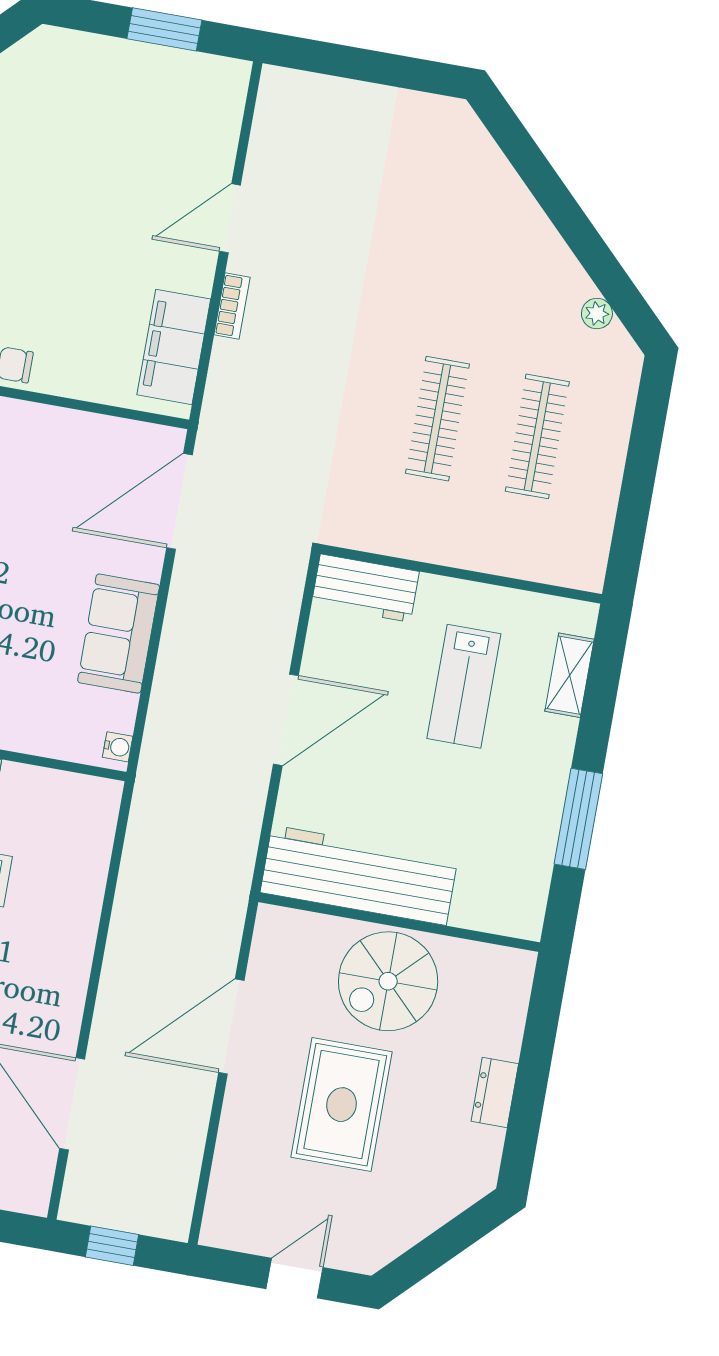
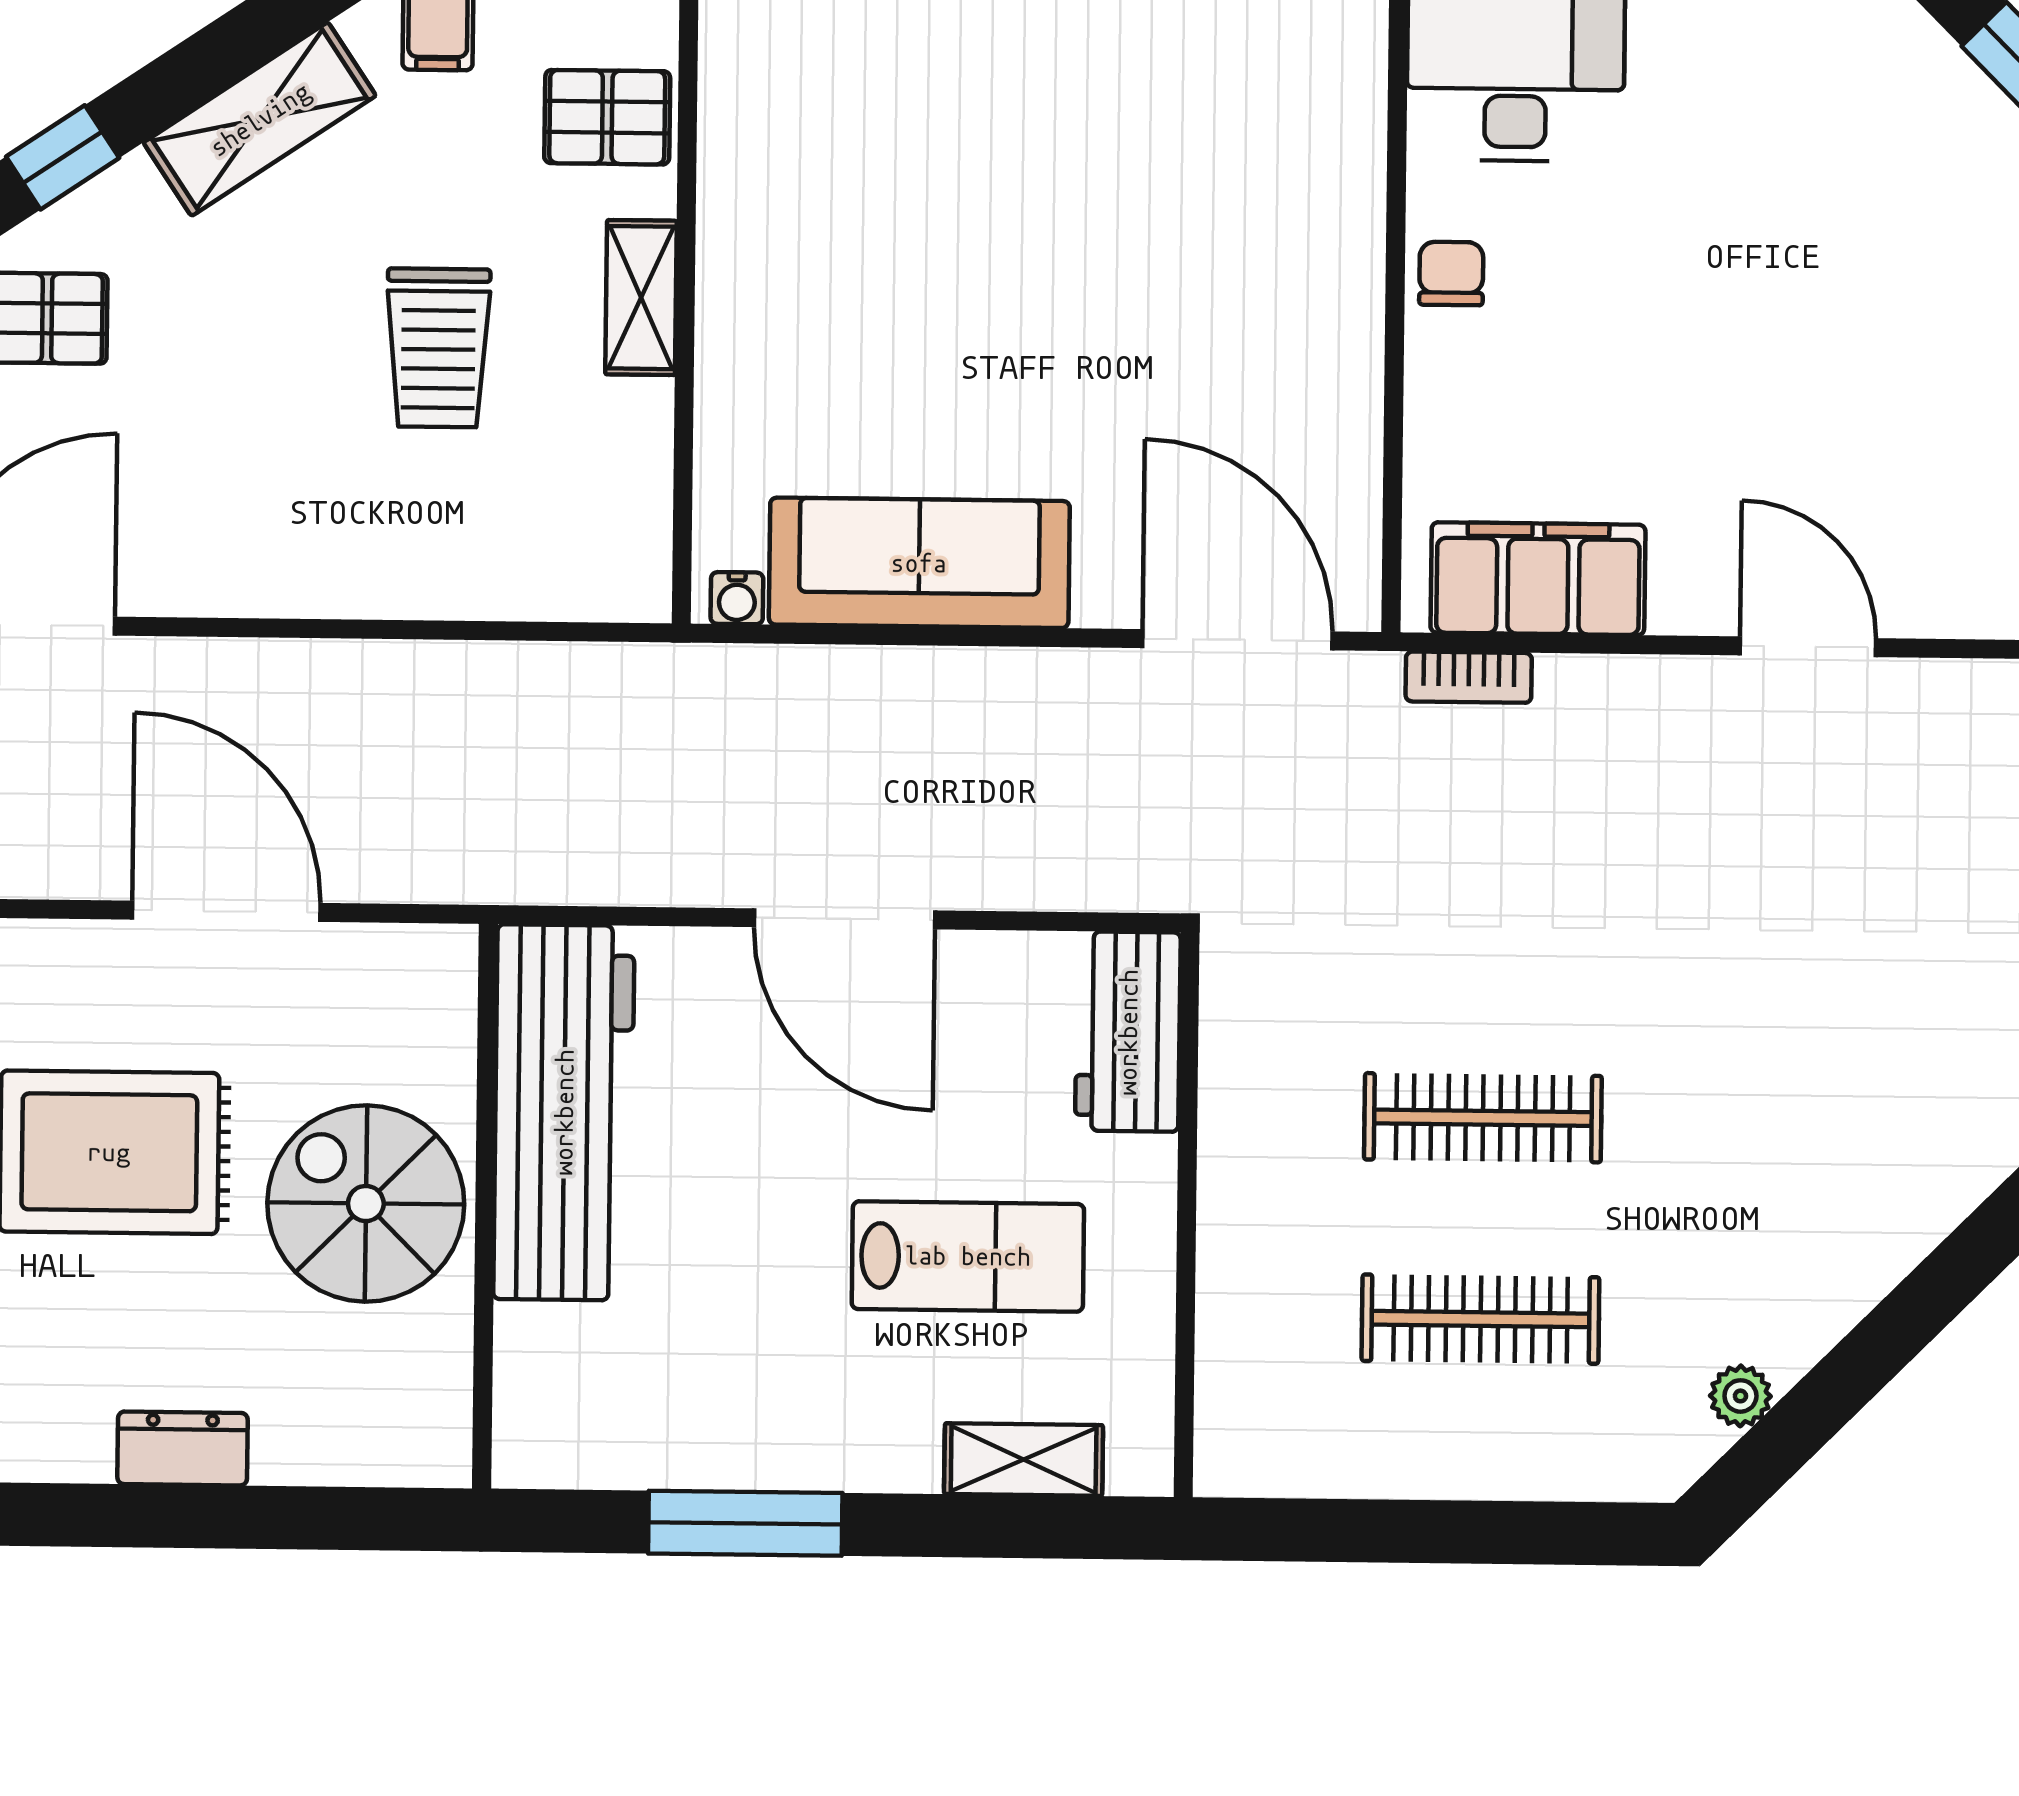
bookcase: (232, 306) -> (1469, 677), moved
sofa: (119, 634) -> (919, 563), width x1.36
lab bench: (464, 686) -> (968, 1256), turned 180

